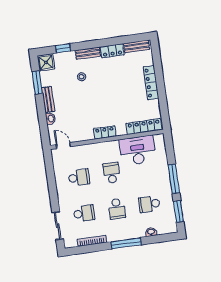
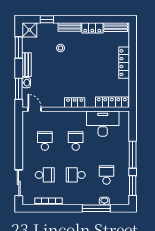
window: (44, 126) -> (19, 89), added
school desk: (79, 177) -> (45, 141), turned -90
school desk: (149, 204) -> (107, 175), turned 90
school desk: (117, 209) -> (76, 175), turned 90
window: (126, 243) -> (96, 208), moved

